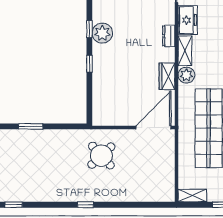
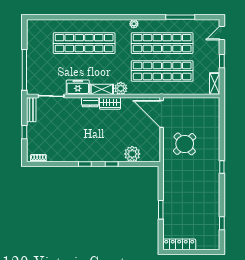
plant: (102, 33) -> (132, 154), moved
wardrobe: (167, 76) -> (110, 103), moved
round table: (101, 156) -> (185, 144), moved

